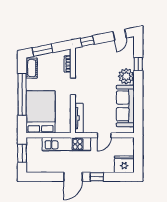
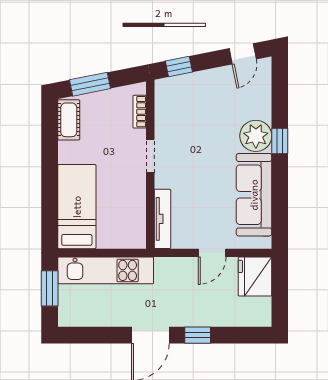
window: (138, 64) -> (280, 141), moved
window: (22, 94) -> (50, 172), removed
bed: (41, 112) -> (77, 207), width x0.67
kitchen unit: (66, 144) -> (106, 270), moved
fridge: (124, 164) -> (255, 277), moved, turned -90

